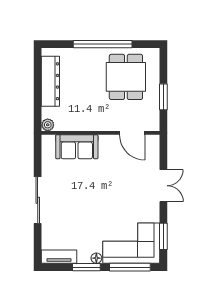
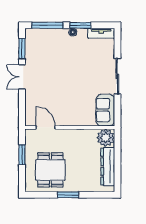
window: (103, 44) -> (68, 195), width x0.47
plant: (48, 125) -> (106, 138), width x1.88, depth x1.88
sofa: (77, 147) -> (105, 110), moved, turned -90
double door: (163, 186) -> (22, 77), moved
corner sofa: (131, 243) -> (46, 44), removed

